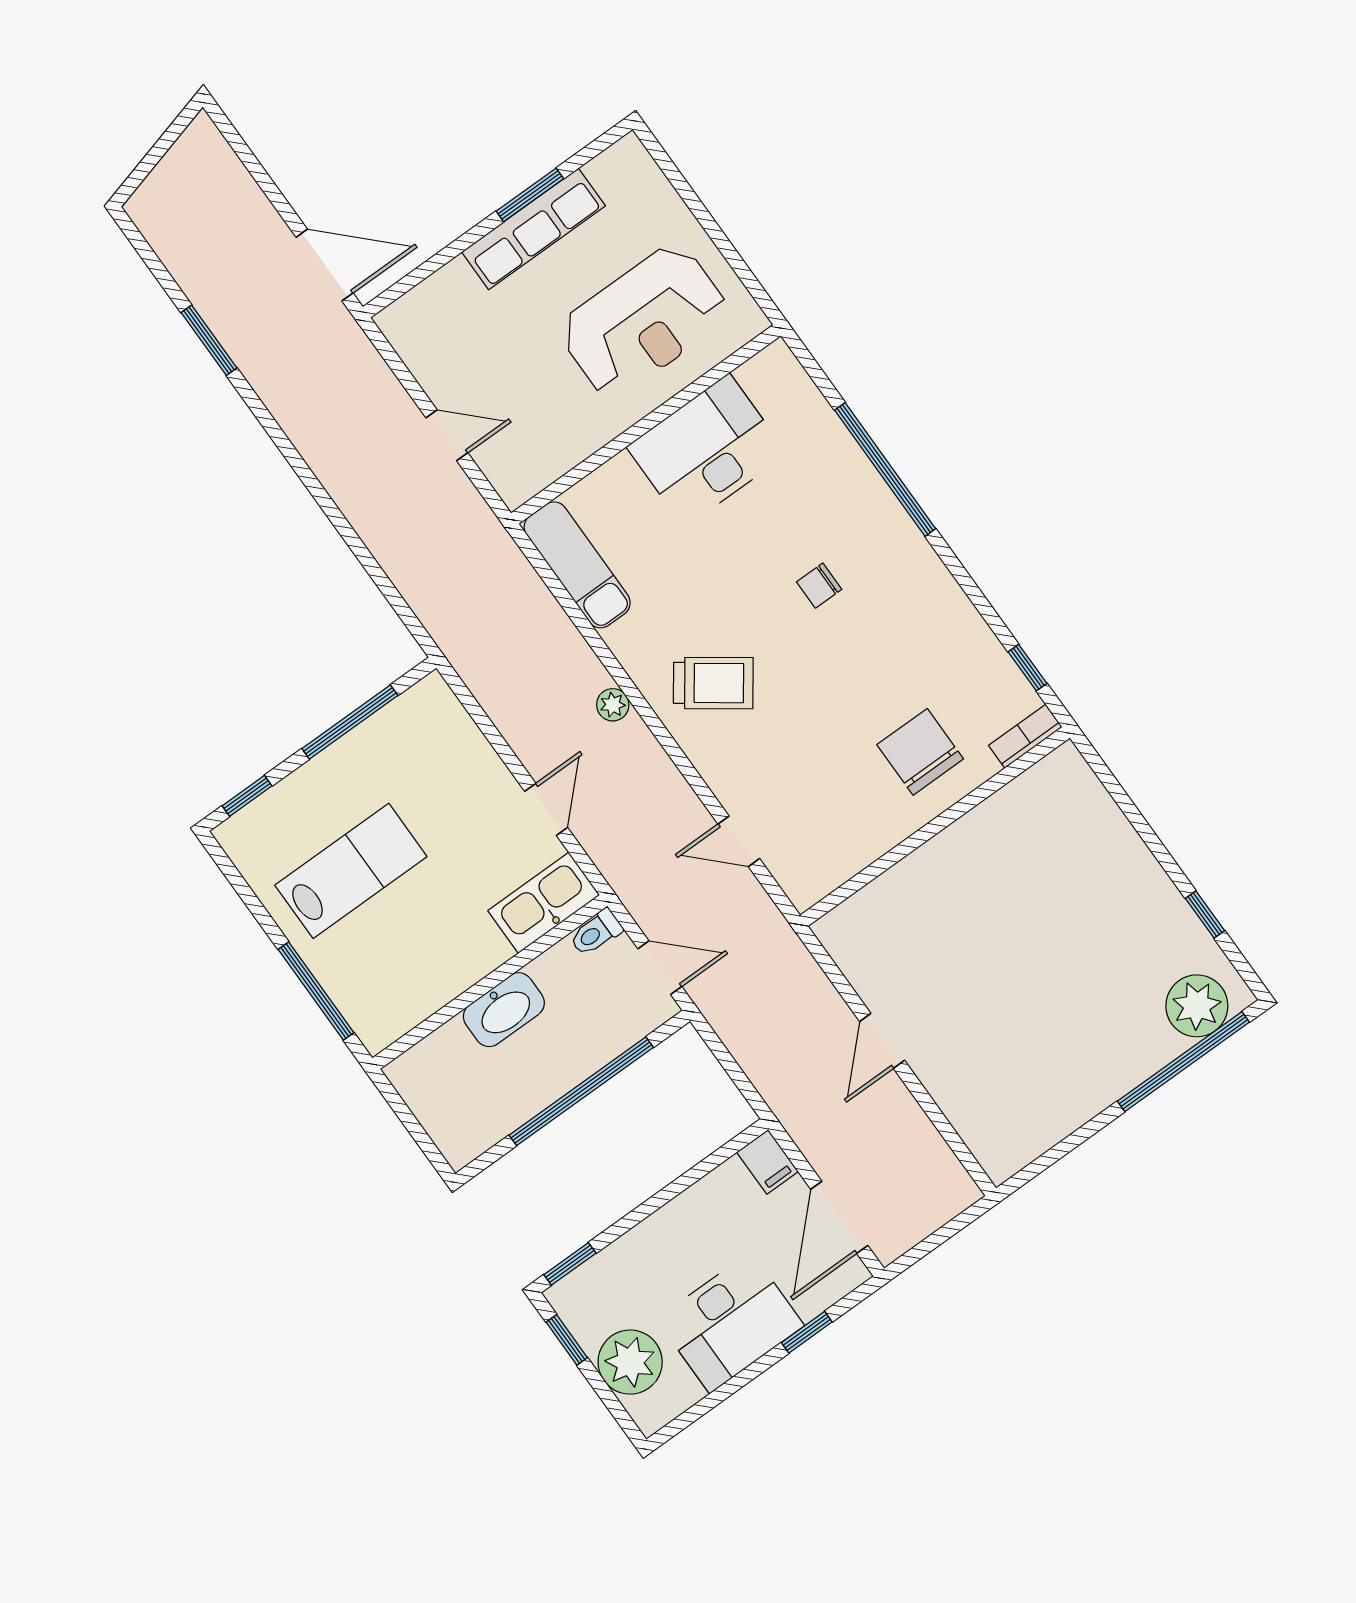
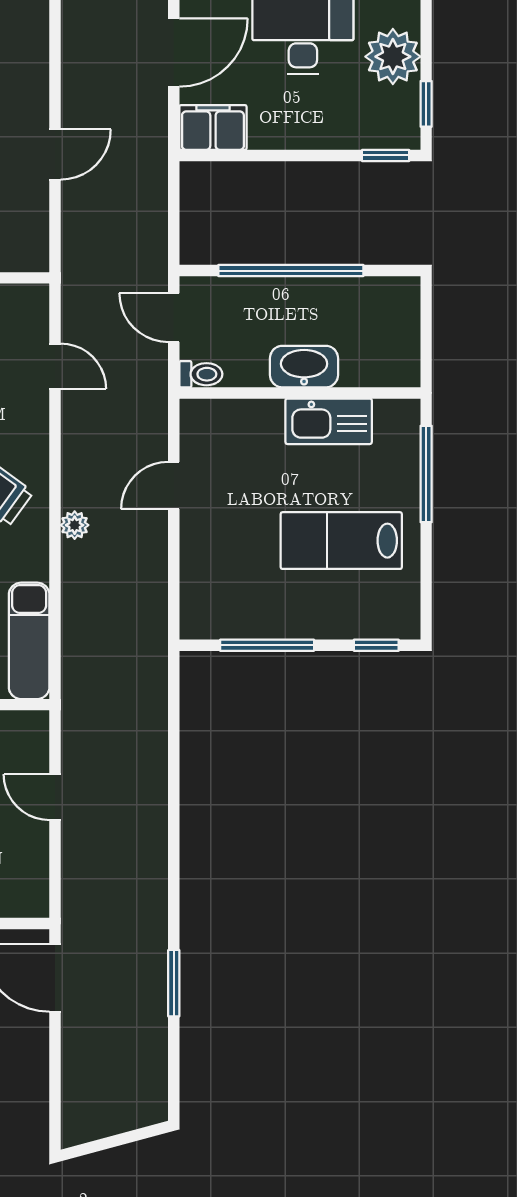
kitchen sink: (544, 903) -> (329, 421), moved
filing cabinet: (767, 1162) -> (213, 128), width x2.00

